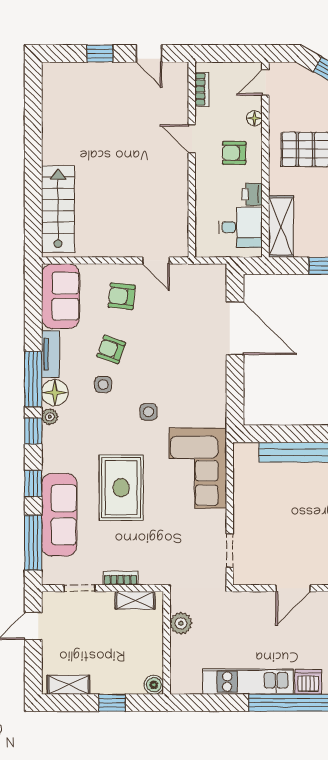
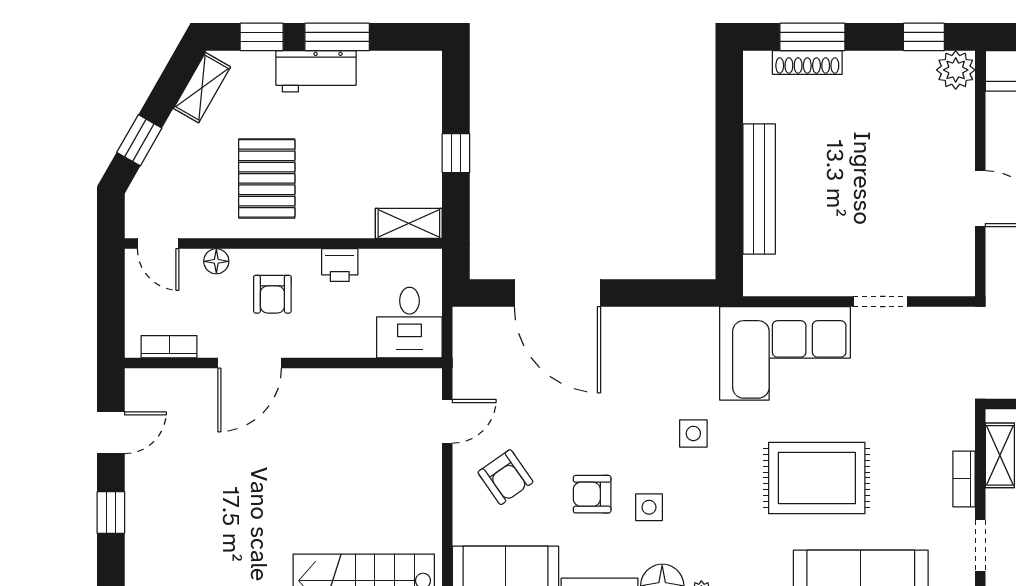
door: (192, 139) -> (250, 363), width x1.38
shelving: (281, 226) -> (409, 223), width x0.67, depth x0.75
desk: (240, 227) -> (409, 323), moved, turned 180
armchair: (122, 296) -> (505, 477), turned -41
door: (235, 328) -> (557, 293), swing flipped
armchair: (111, 349) -> (592, 494), turned 71
doorway: (230, 551) -> (880, 302), moved

